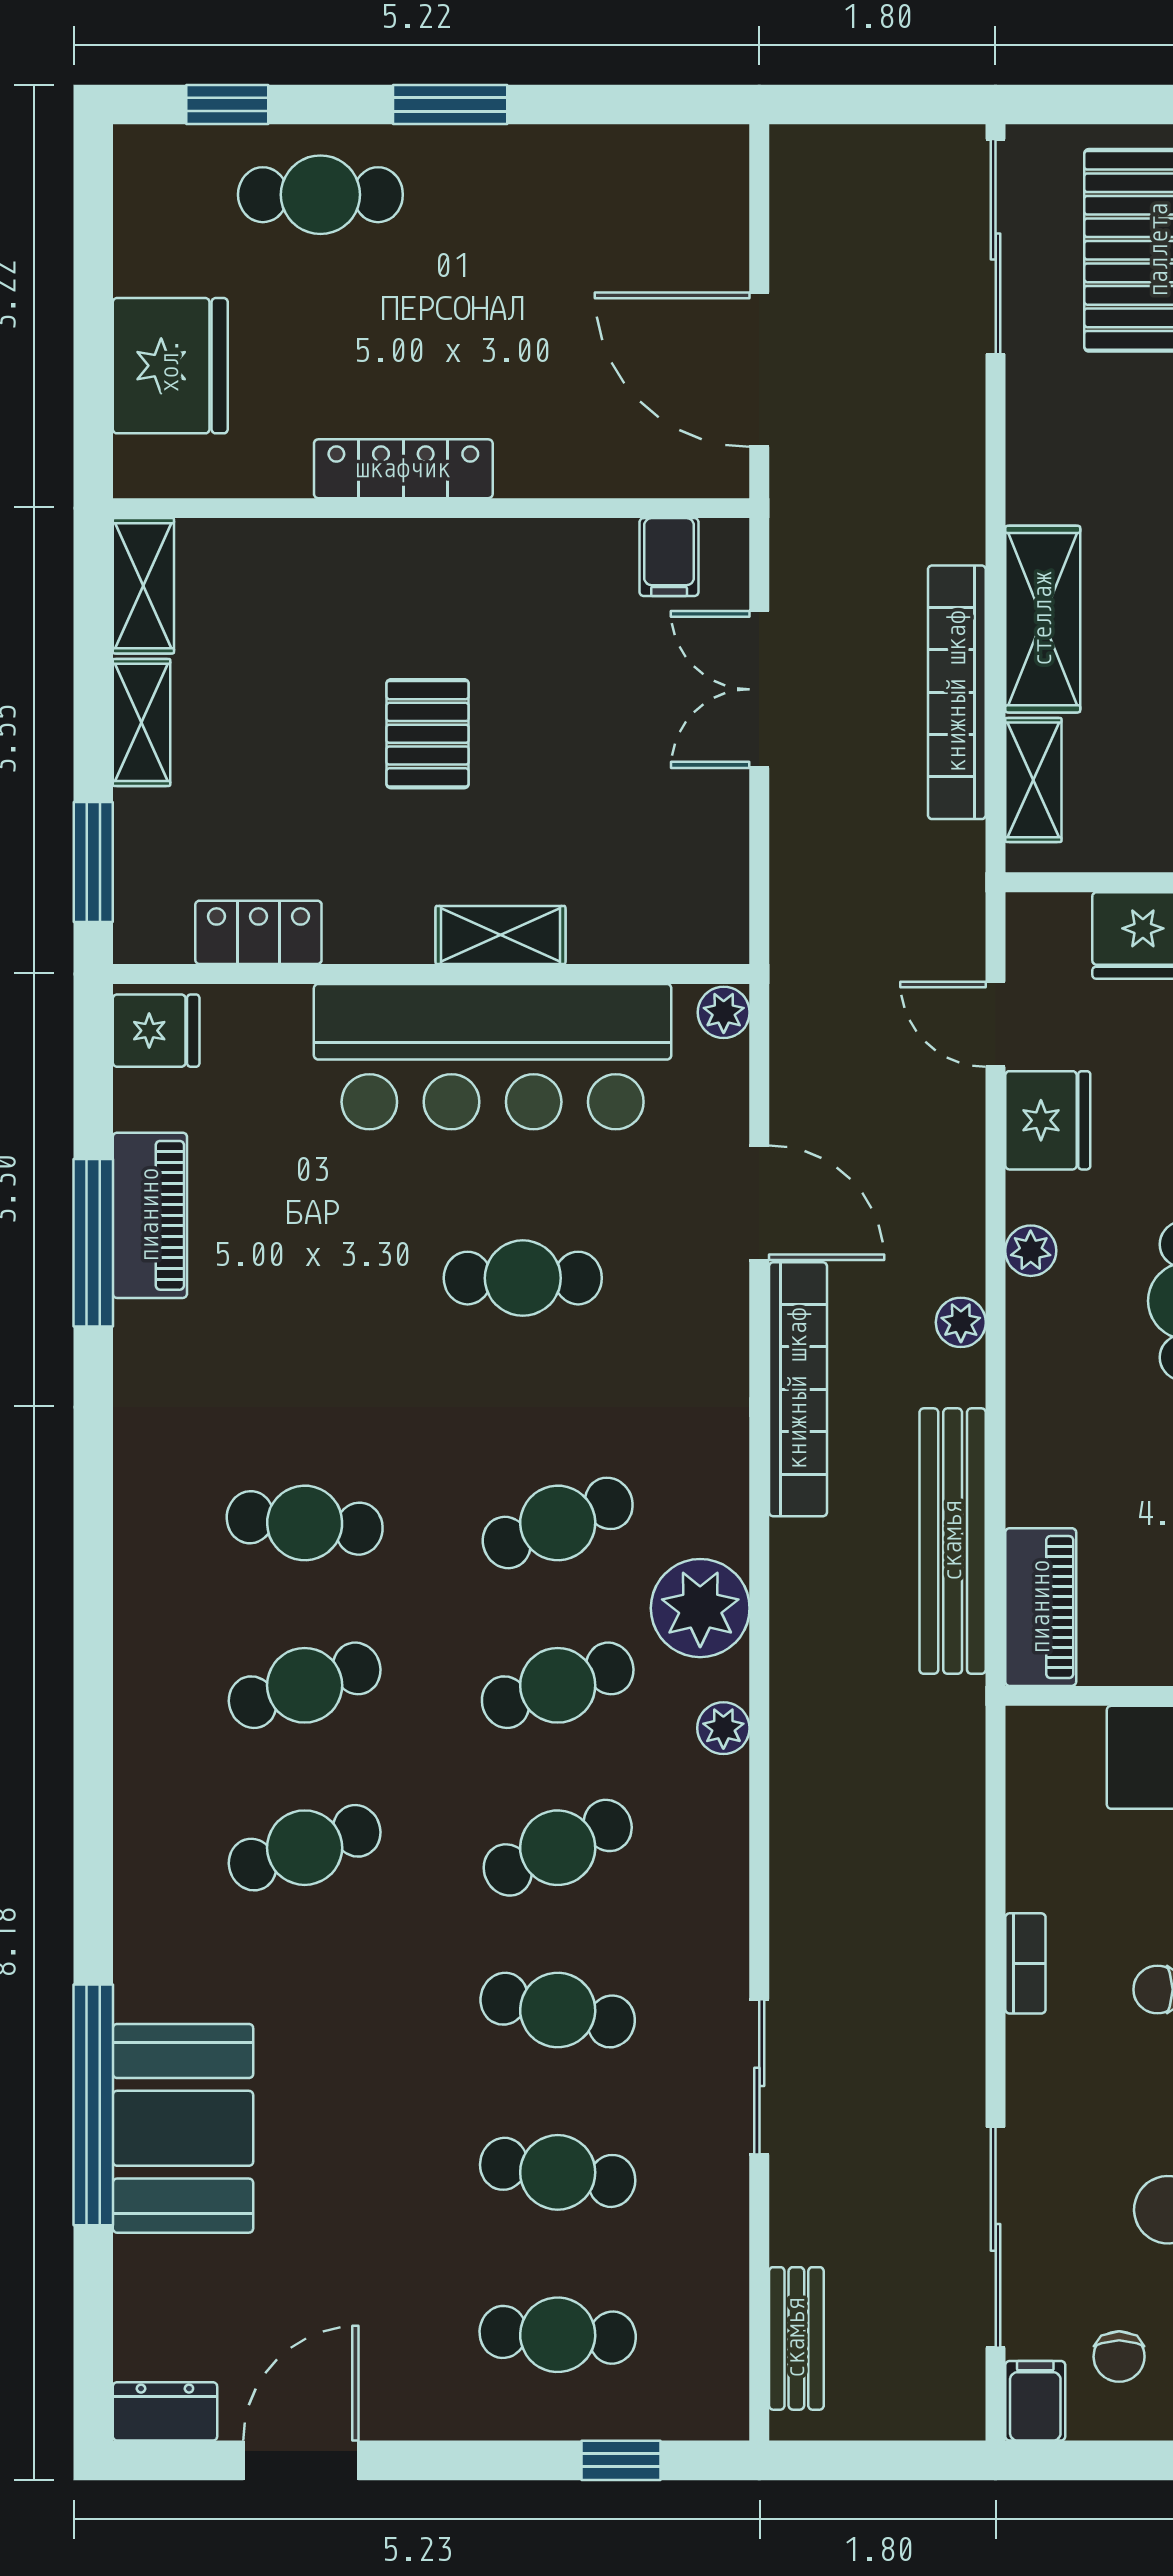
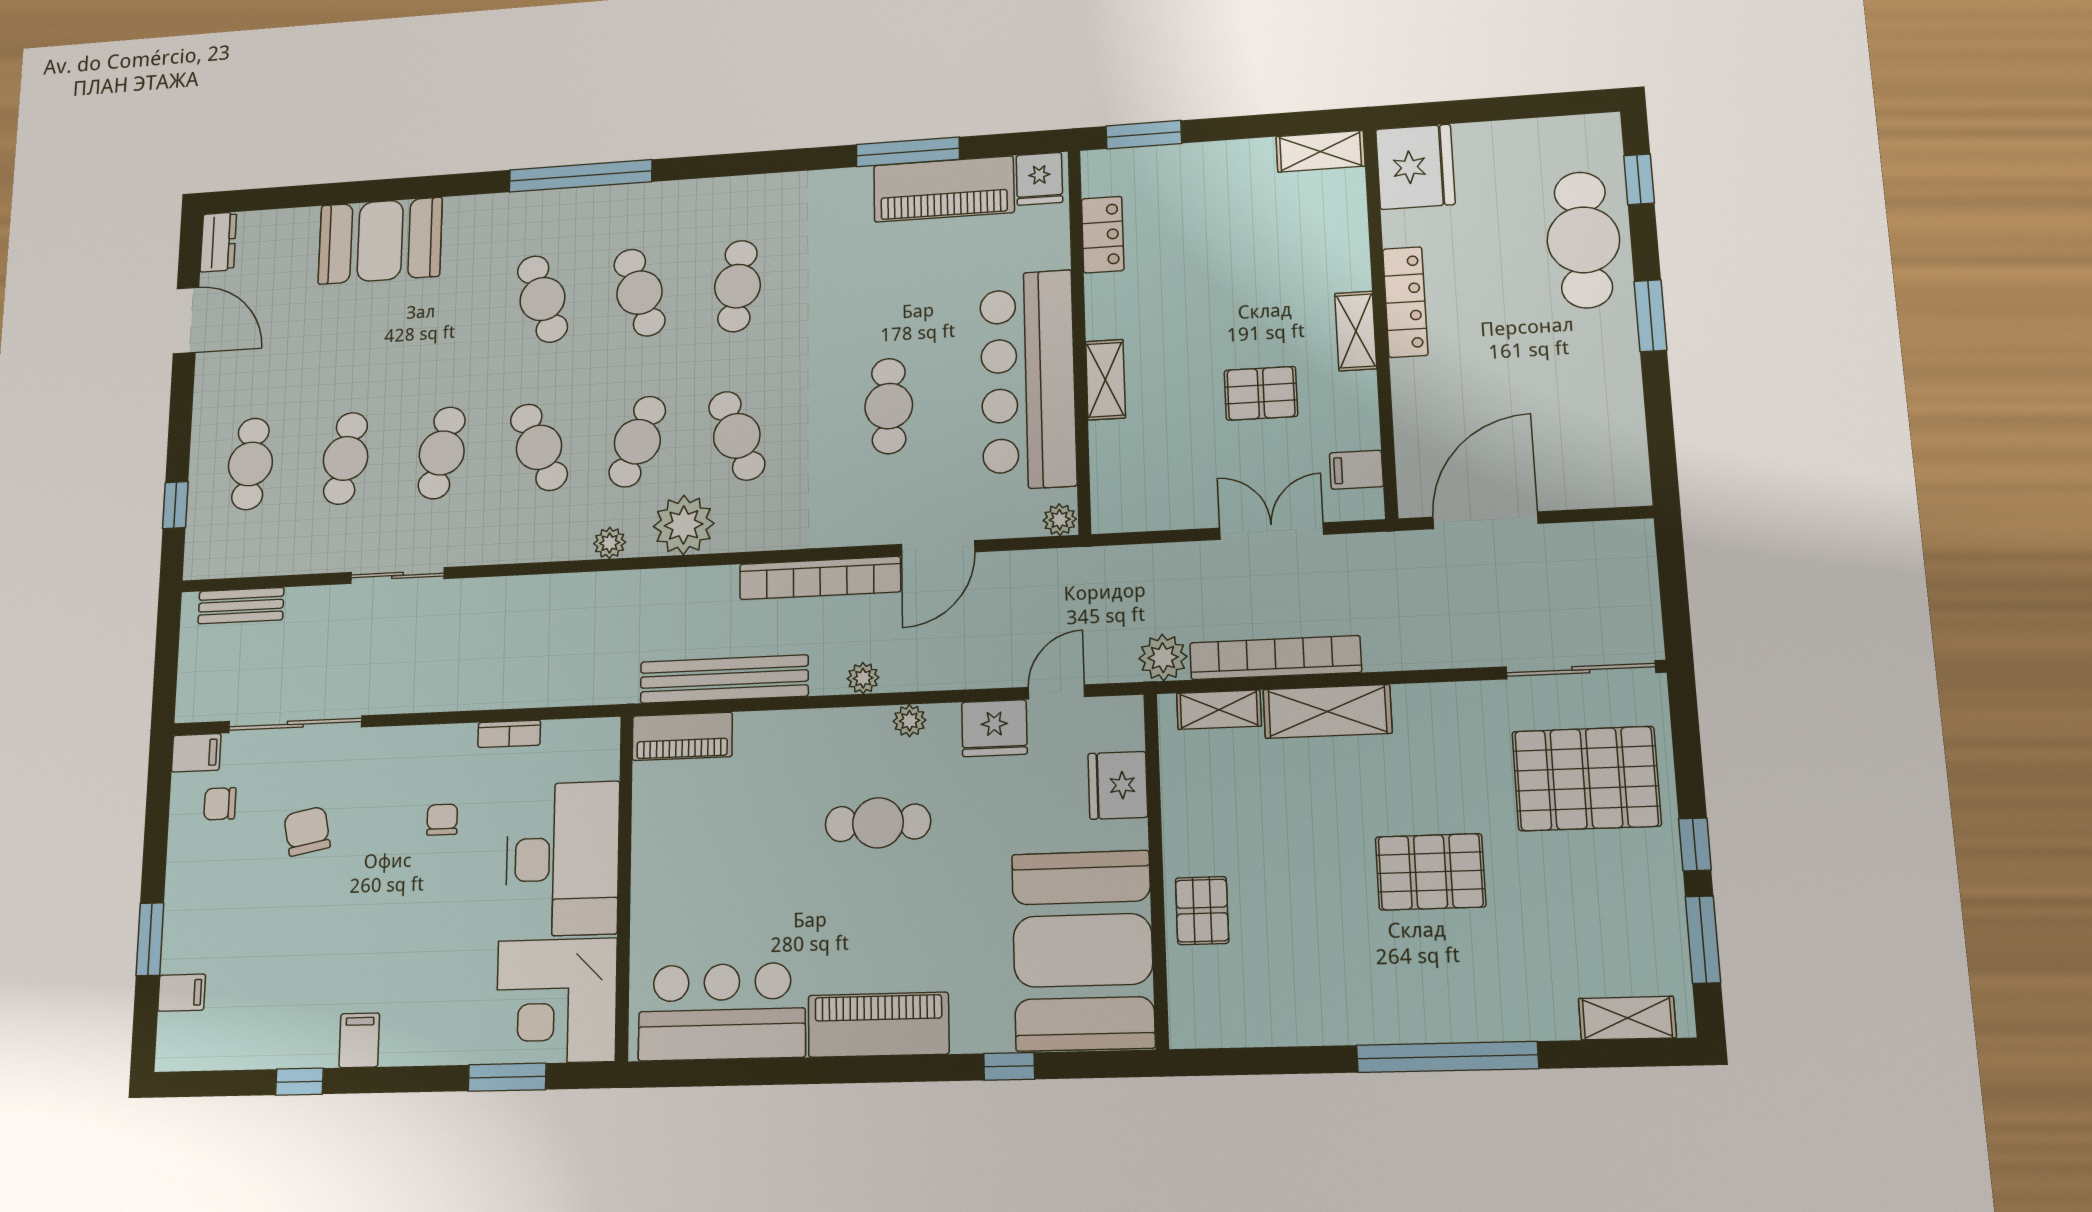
cafe table: (320, 195) -> (1583, 240), width x1.37, depth x1.35
fridge: (170, 366) -> (1415, 167), moved, turned -90
shelving: (142, 722) -> (1356, 331), moved, turned 90
pallet: (428, 734) -> (1261, 393), moved
plant: (949, 861) -> (1163, 658), added
piano: (150, 1215) -> (944, 189), width x1.37, depth x1.33
cafe table: (558, 1685) -> (637, 442), turned 39
bookcase: (1025, 1963) -> (509, 734), moved
window: (93, 2105) -> (581, 176), moved

